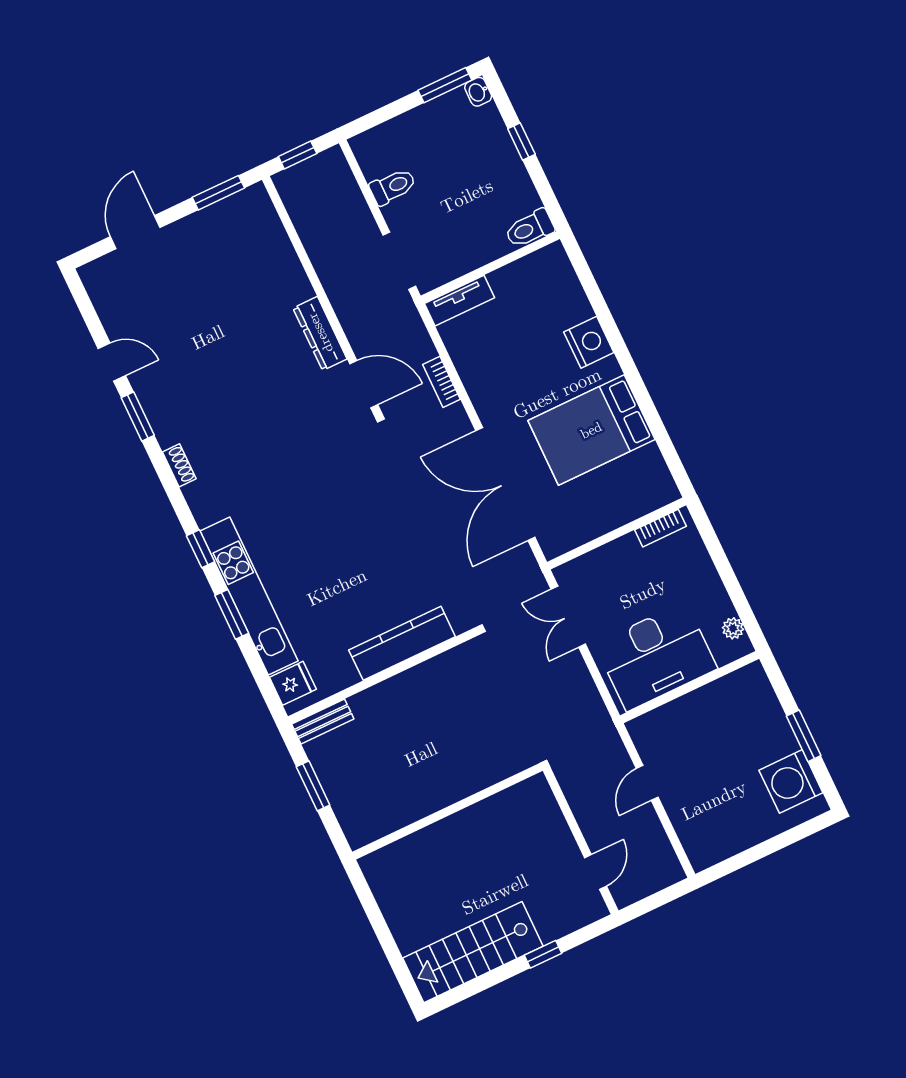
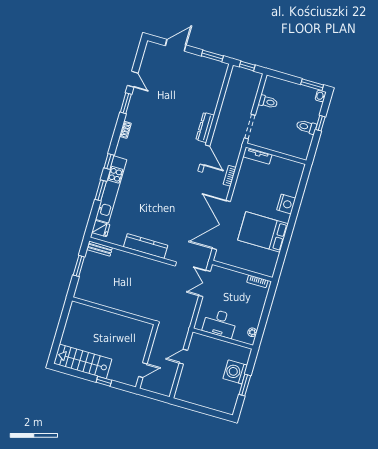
toilet: (530, 229) -> (306, 127), moved
desk: (656, 656) -> (220, 323), width x0.73, depth x0.77
washing machine: (791, 781) -> (235, 372), moved

